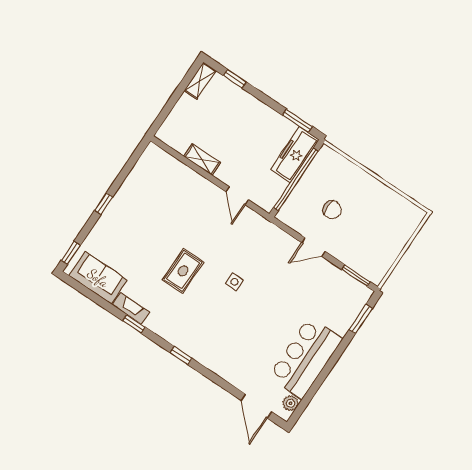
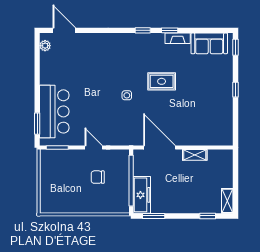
door: (237, 196) -> (159, 147), width x1.88
door: (314, 247) -> (94, 147), hinge flipped
rug: (183, 271) -> (162, 81), turned 90
window: (181, 355) -> (143, 30), moved
bar counter: (306, 358) -> (54, 111), moved

